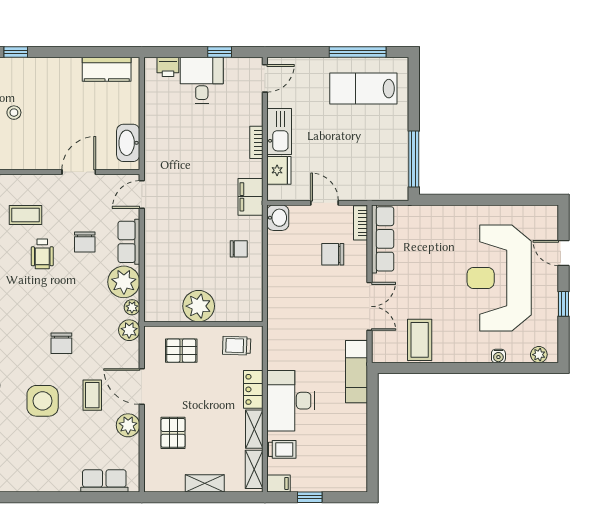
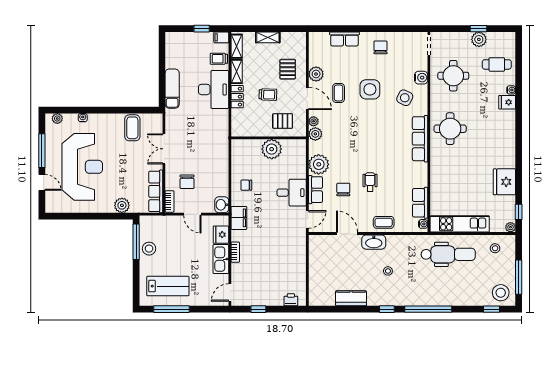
kitchen counter: (107, 69) -> (351, 298), moved
desk: (202, 80) -> (292, 193), moved, turned -90
washbasin: (128, 143) -> (374, 242), moved, turned 90
stool: (393, 148) -> (149, 249), added
door: (79, 172) -> (347, 234), swing flipped
coffee table: (26, 215) -> (384, 222), moved
plant: (436, 217) -> (122, 205), added
chair: (333, 254) -> (187, 182), turned 90
window: (563, 304) -> (42, 151), width x2.17
plant: (132, 307) -> (314, 121), moved
chair: (61, 343) -> (380, 47), moved
trolley: (237, 346) -> (268, 95), moved
exam couch: (357, 372) -> (172, 89), moved
row of seats: (104, 481) -> (344, 39), moved

